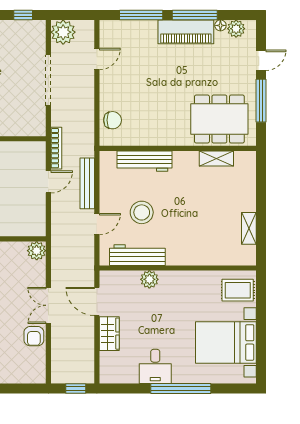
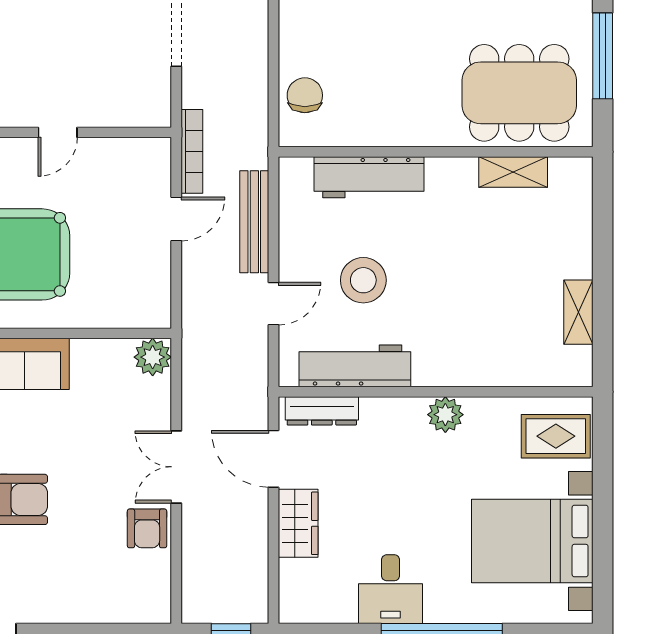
chair: (113, 120) -> (305, 95), turned -90
dresser: (121, 278) -> (322, 411), added
plant: (149, 279) -> (445, 415), moved

